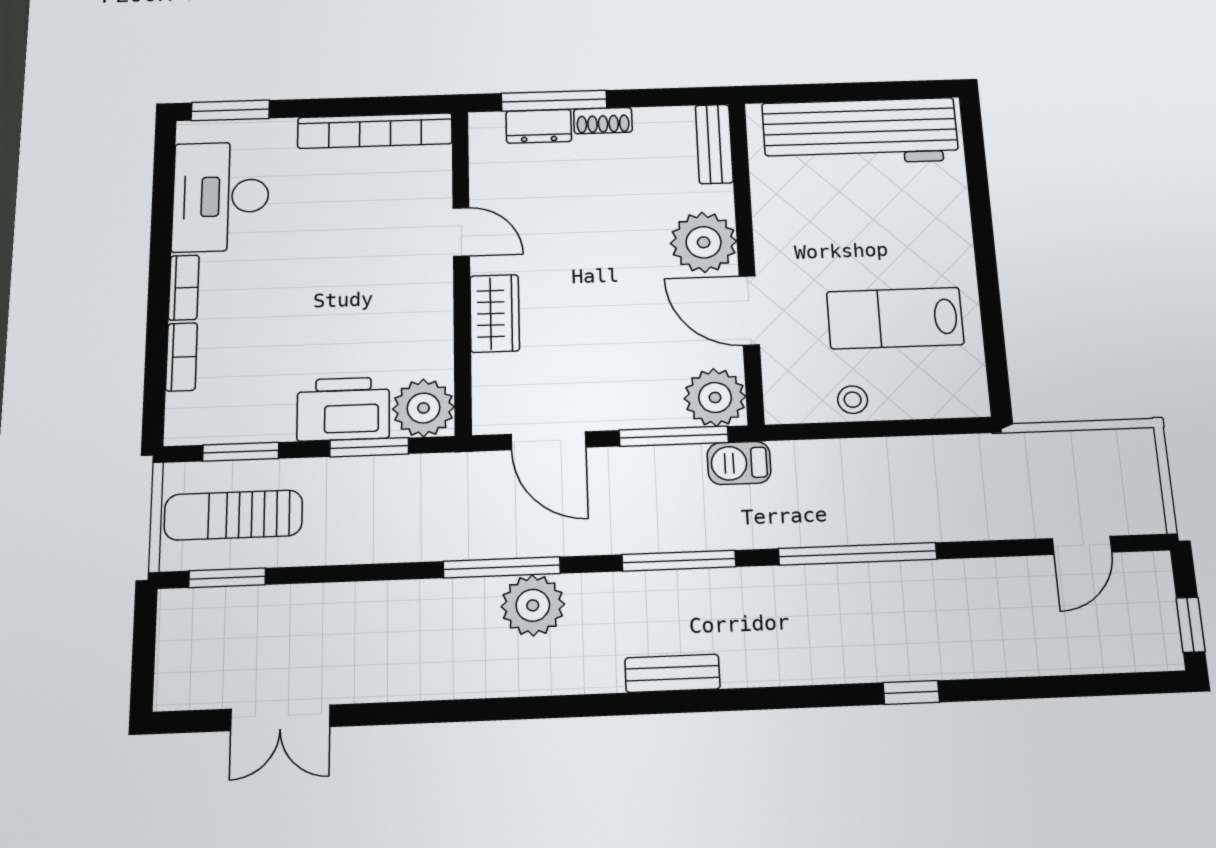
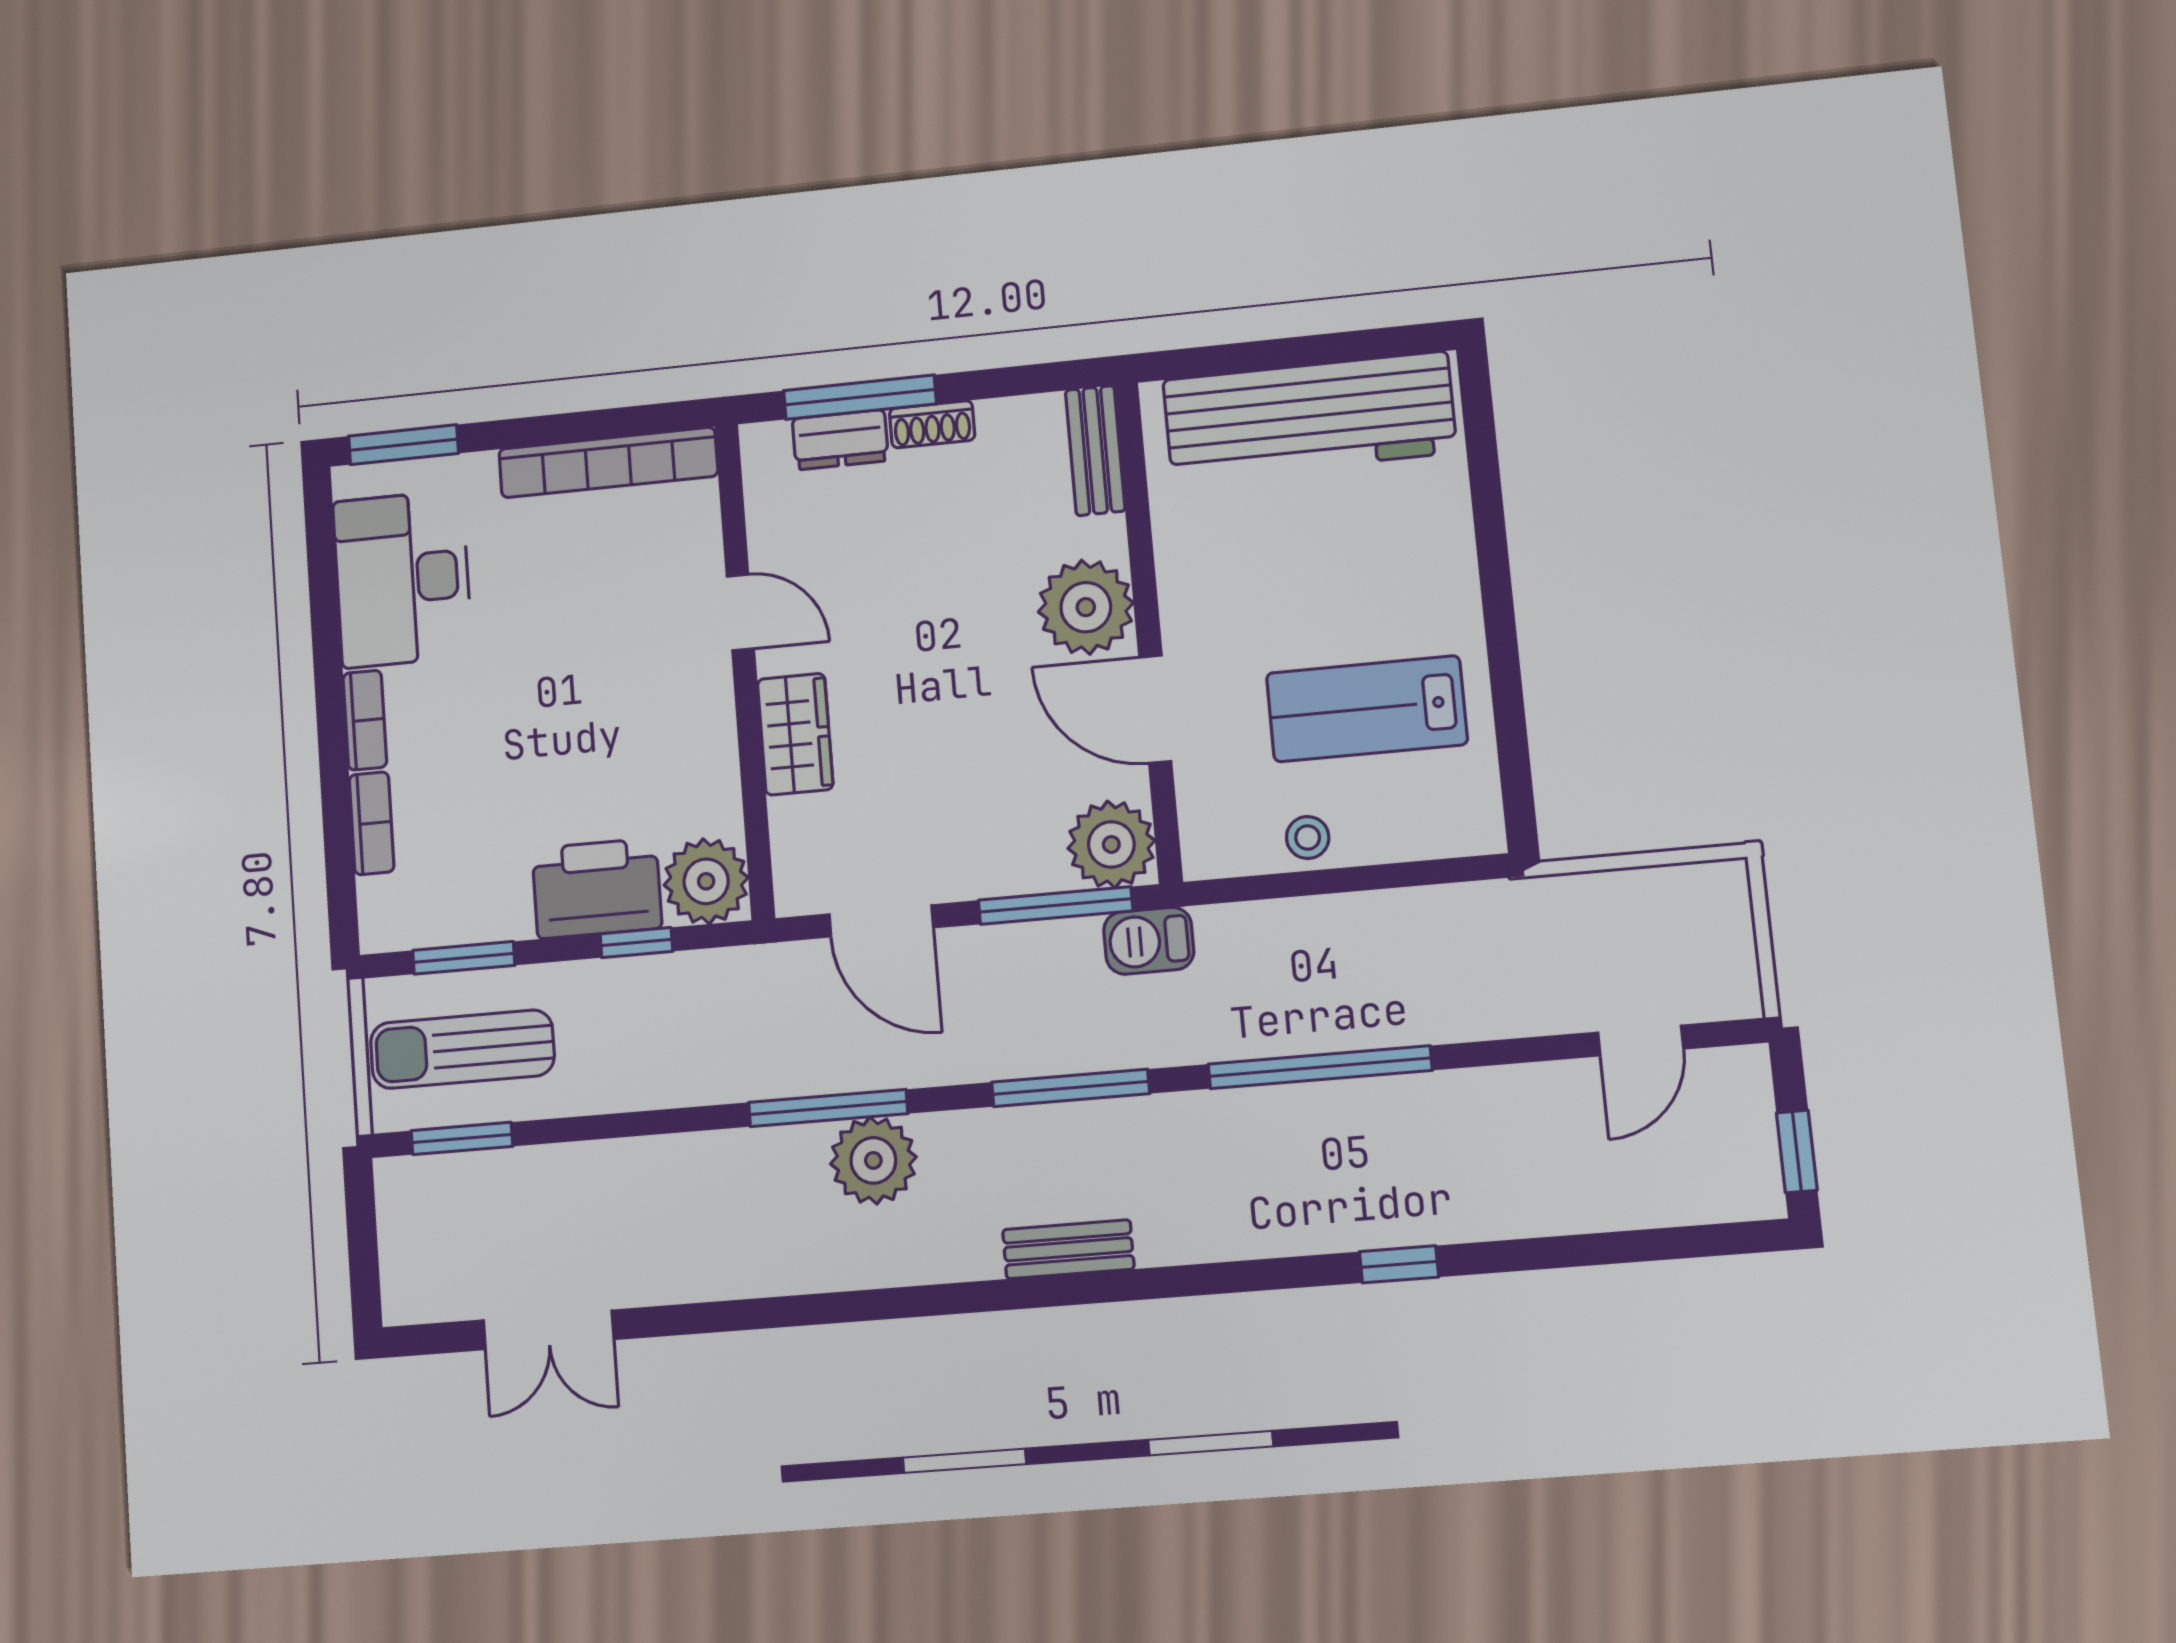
window: (369, 447) -> (636, 943), width x0.67

